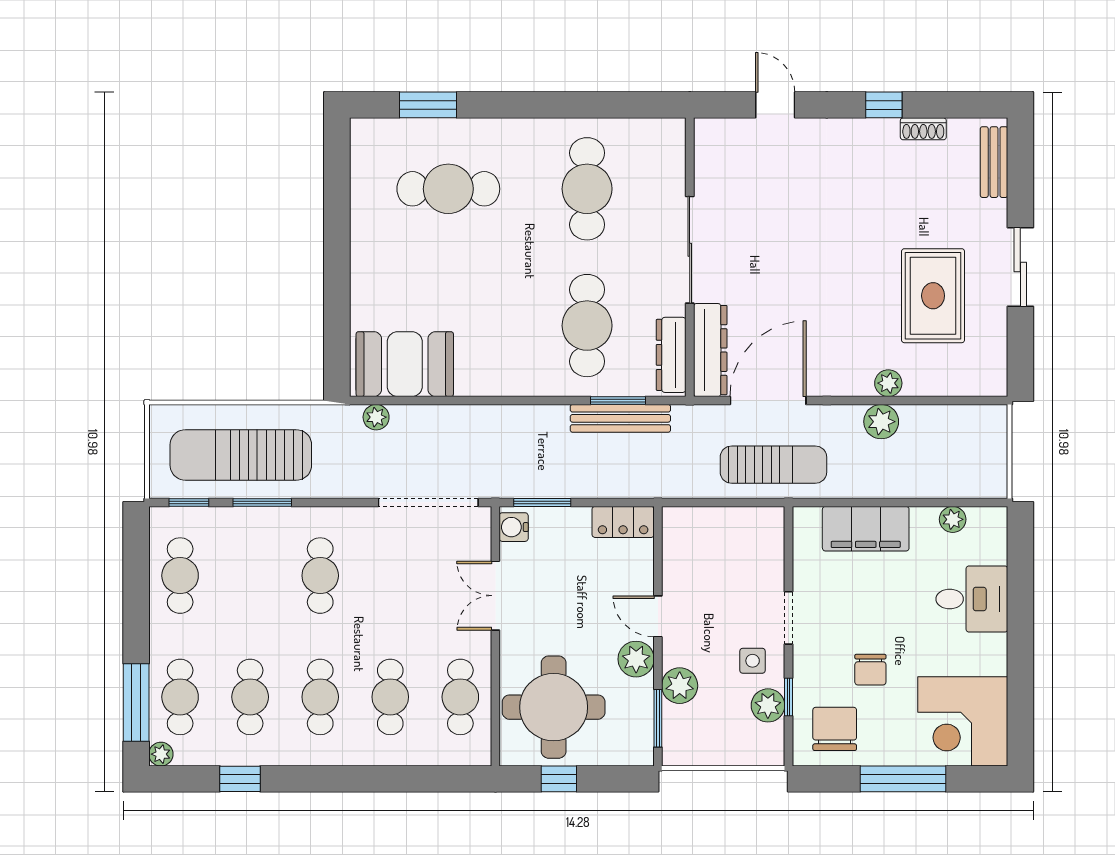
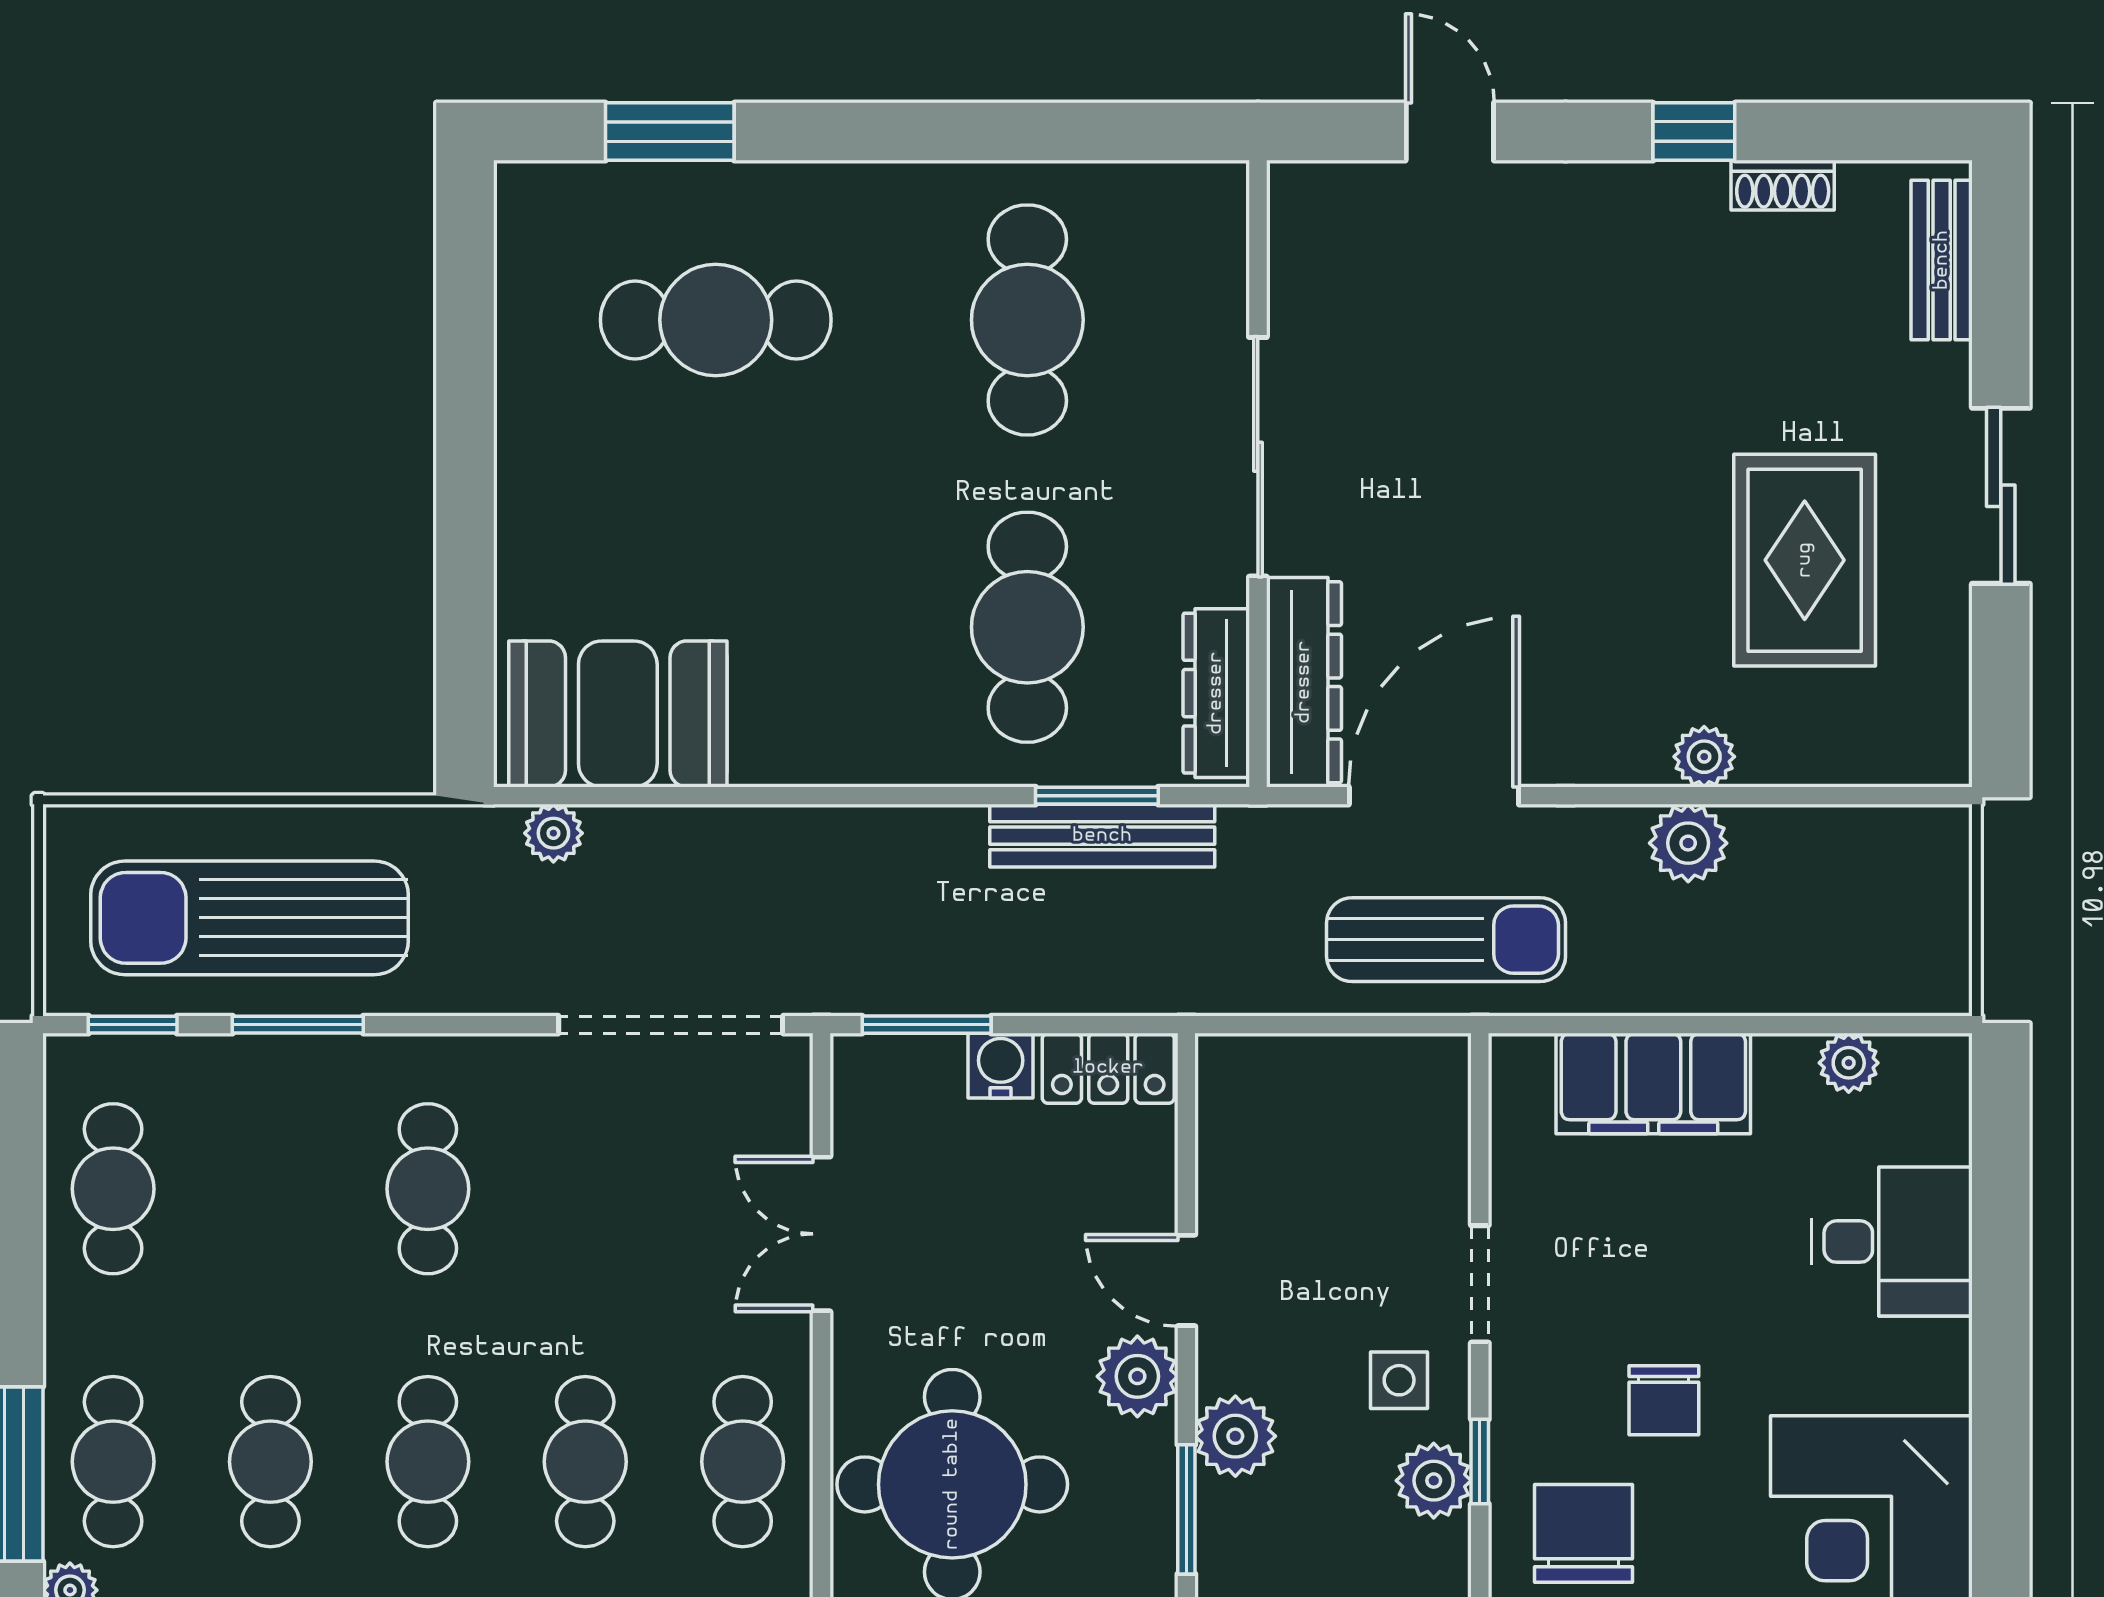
water cooler: (514, 527) -> (1001, 1066), moved, turned 90

